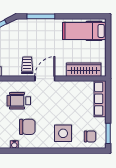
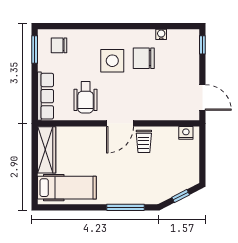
wardrobe: (84, 70) -> (47, 150), moved, turned -90
wheelchair: (19, 101) -> (86, 97), moved, turned 90
side table: (63, 133) -> (112, 61), moved

